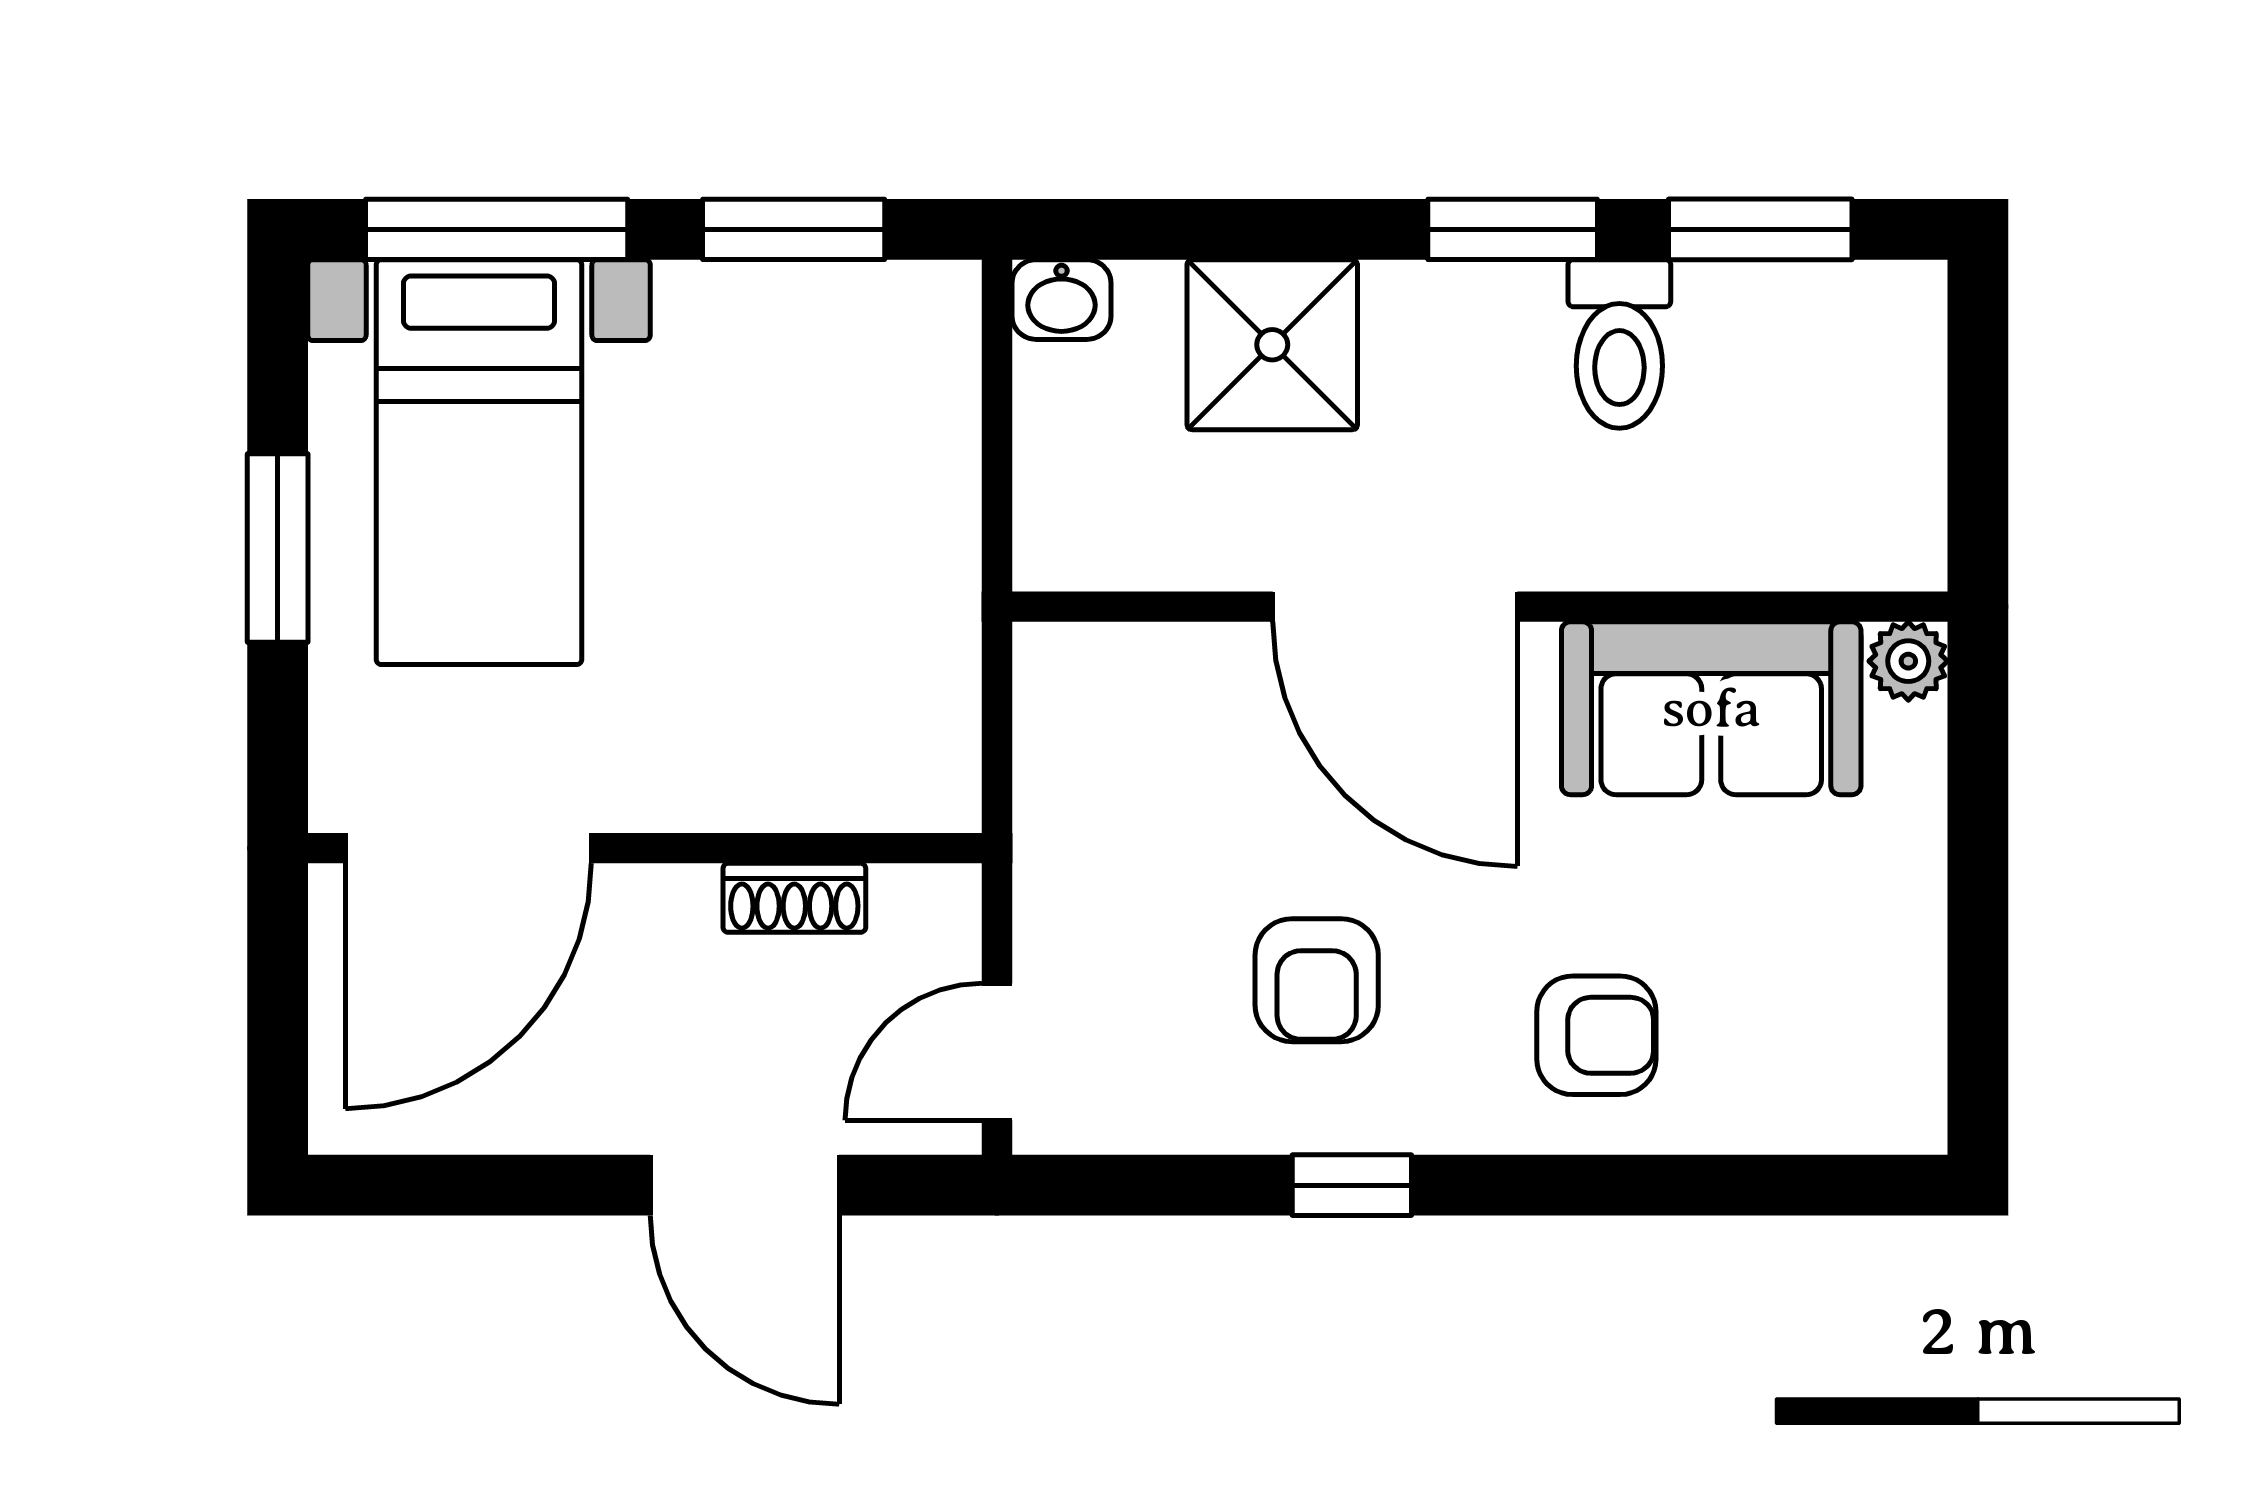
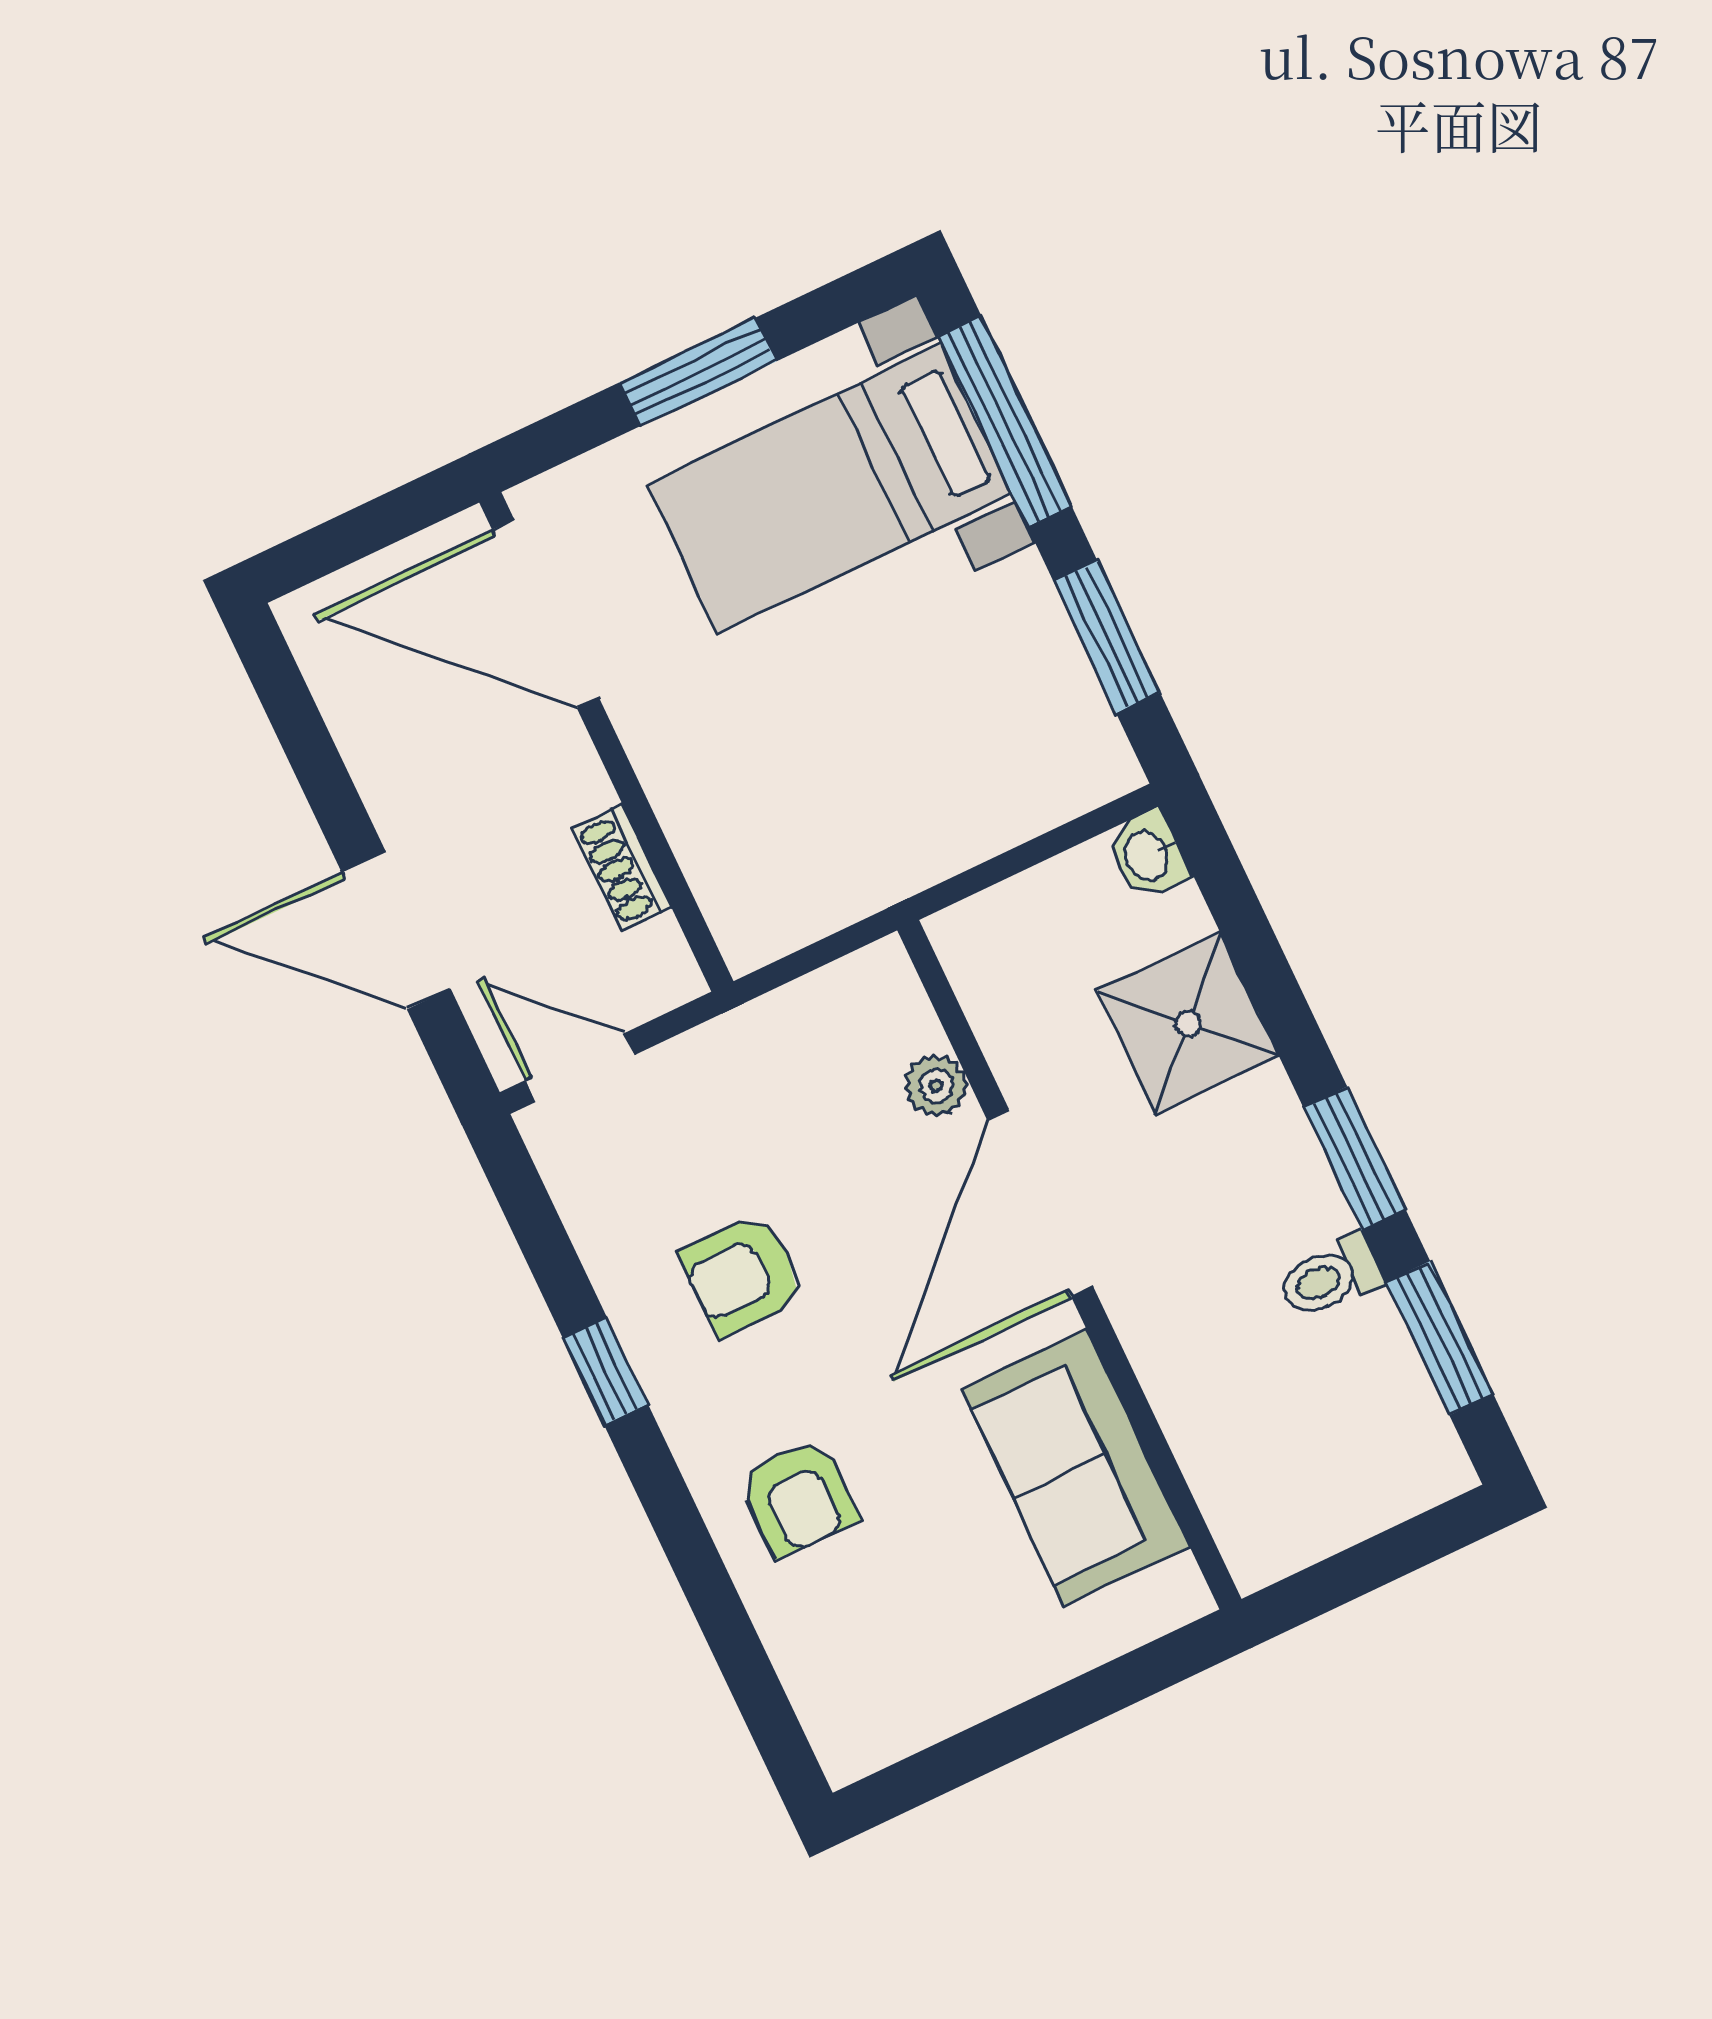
toilet: (1619, 344) -> (1330, 1277), width x0.73, depth x0.72
plant: (1908, 661) -> (936, 1086), moved
door: (745, 1185) -> (396, 930), hinge flipped

